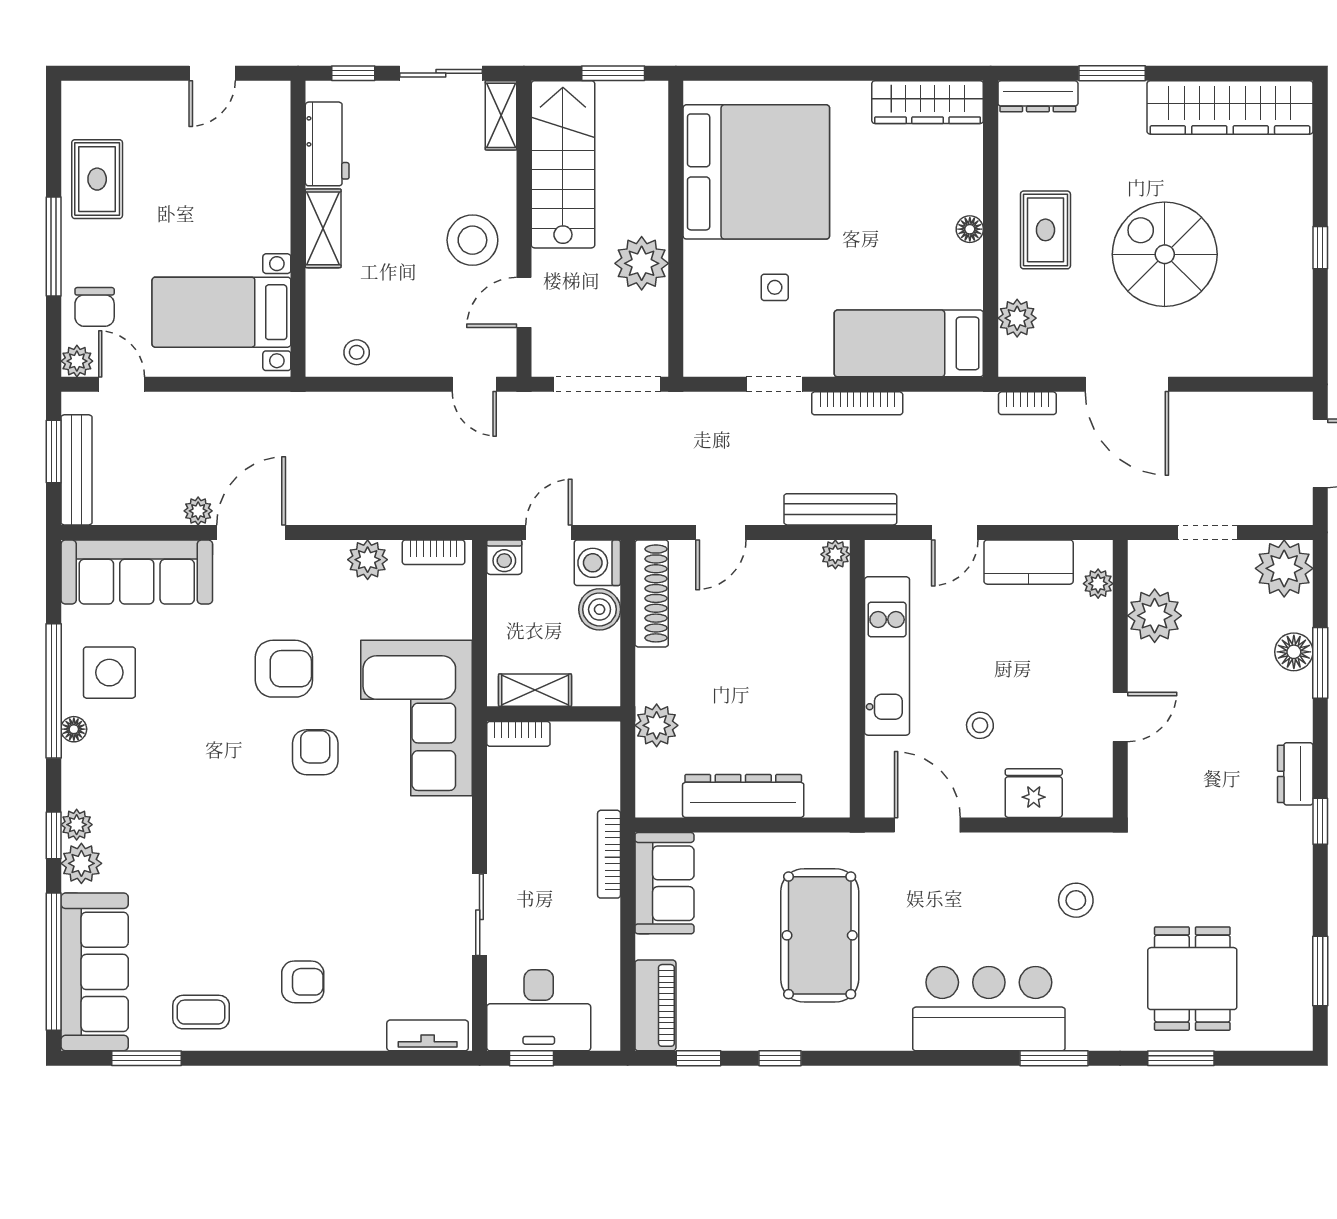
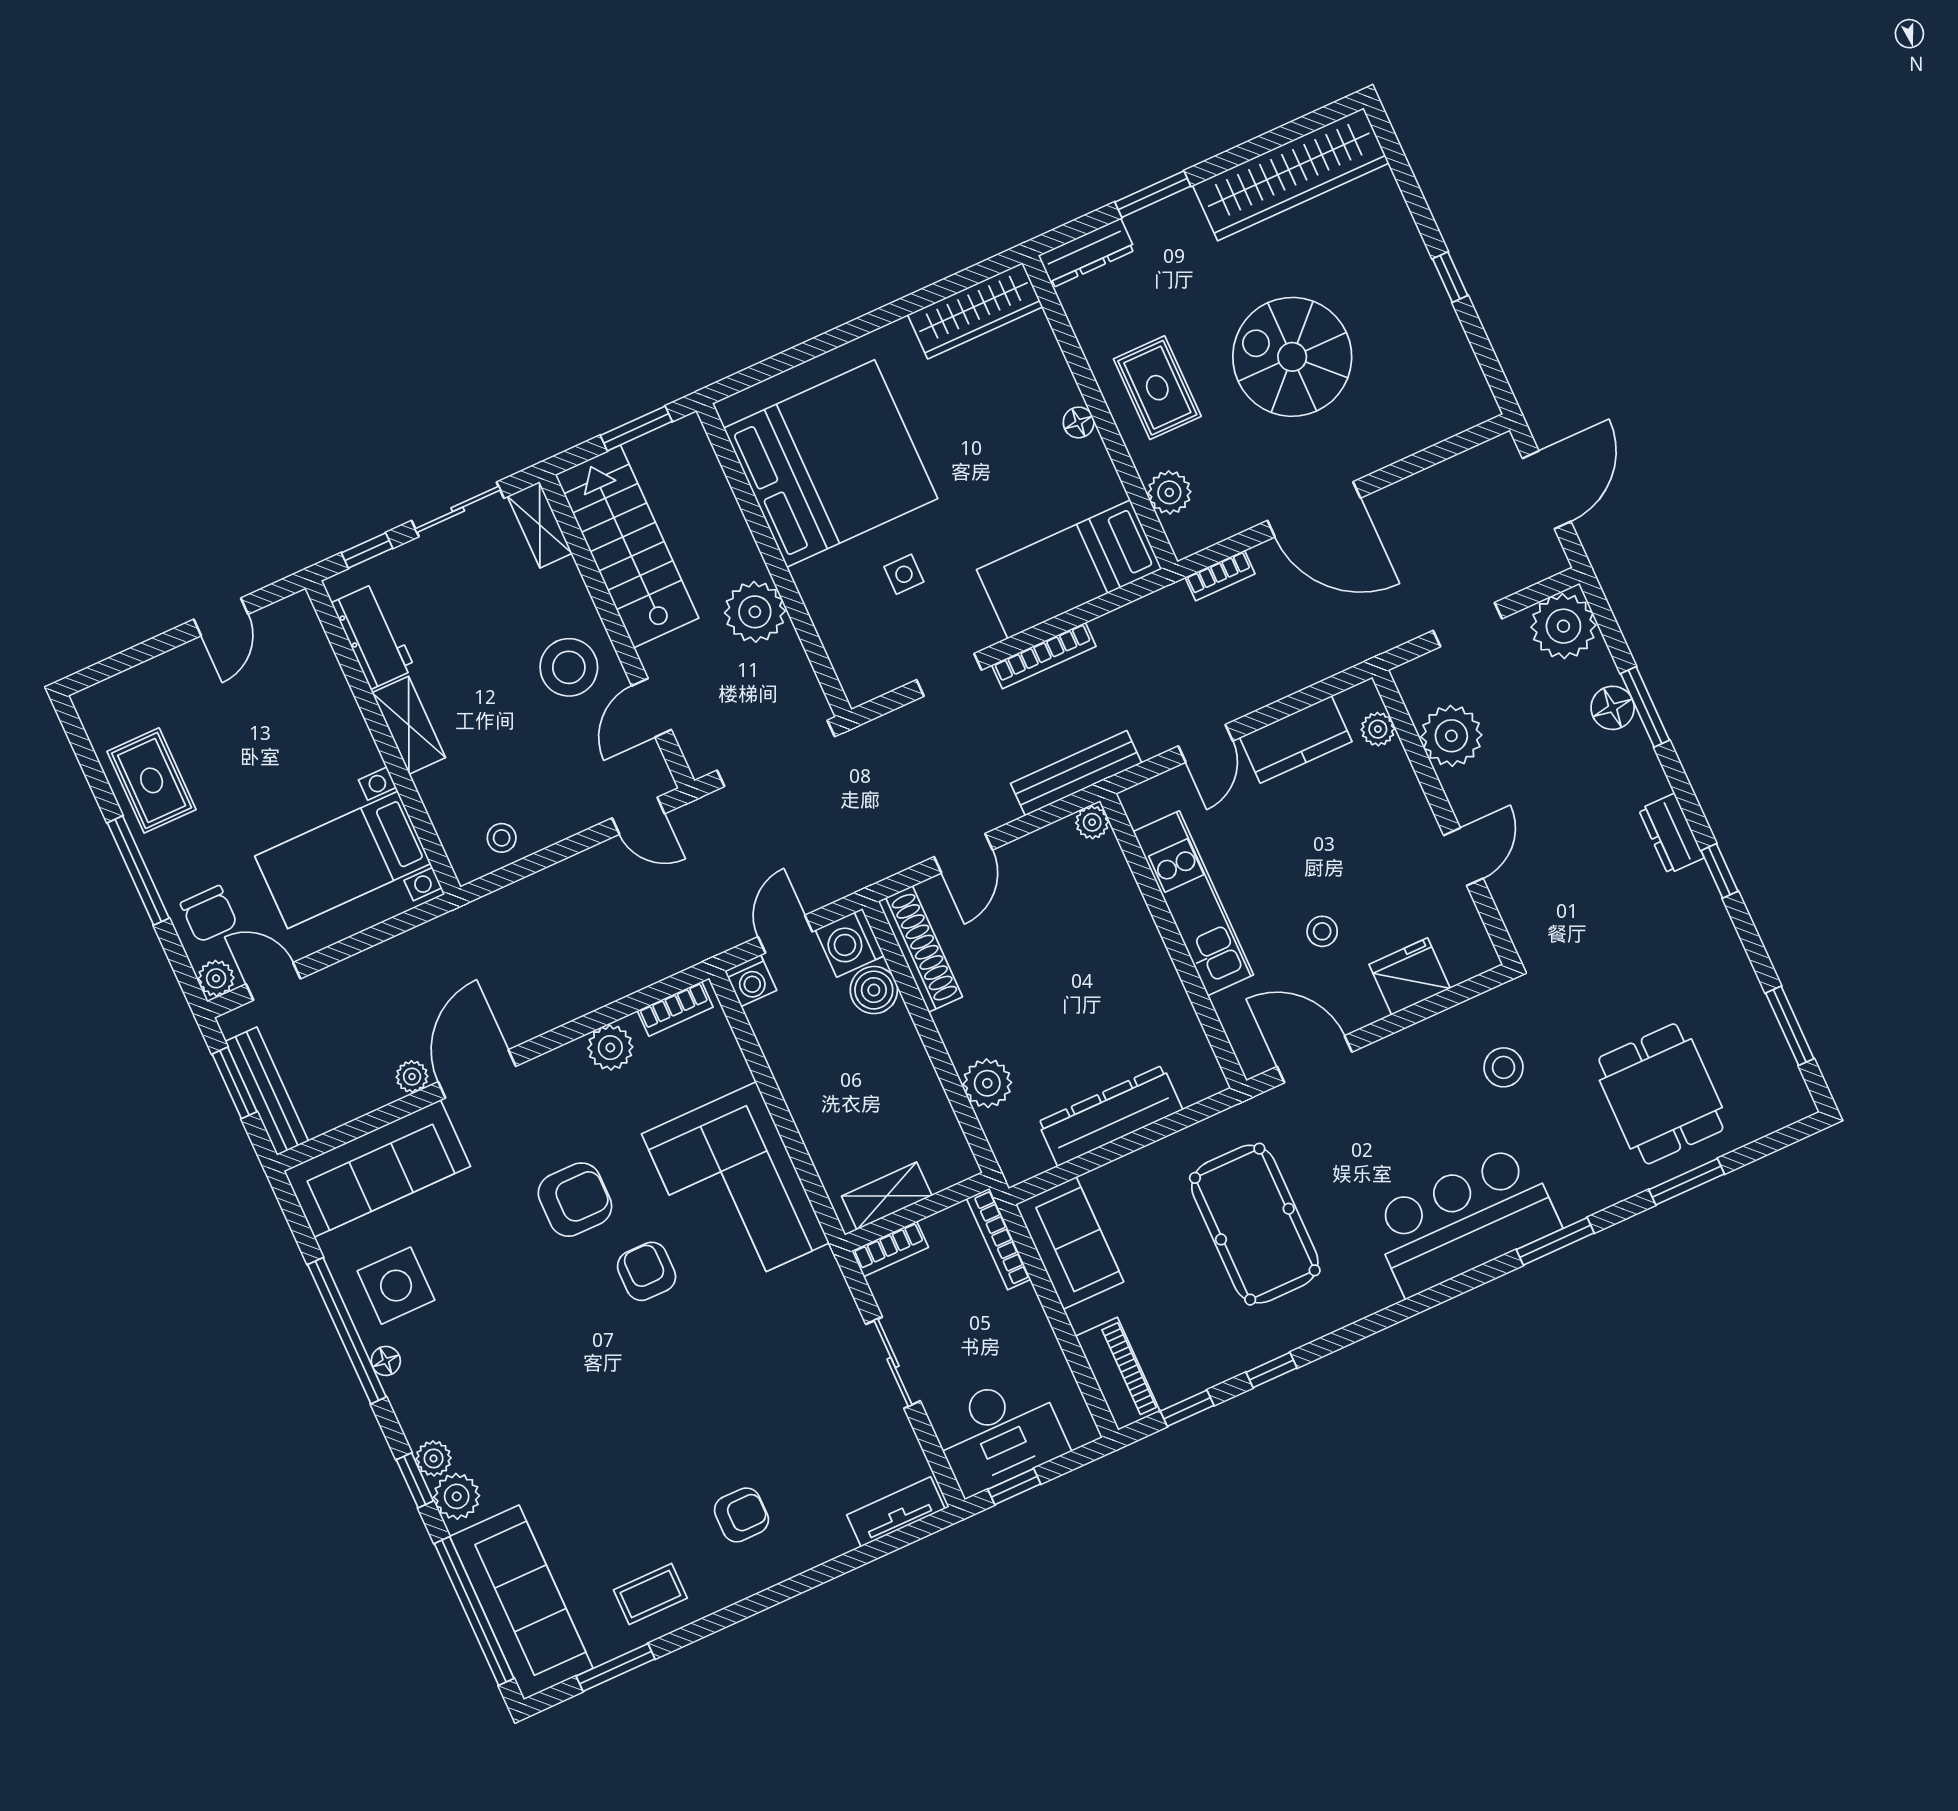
shelving: (535, 690) -> (887, 1196), moved
wall: (554, 714) -> (917, 1212), moved
bookcase: (518, 734) -> (890, 1249), moved

